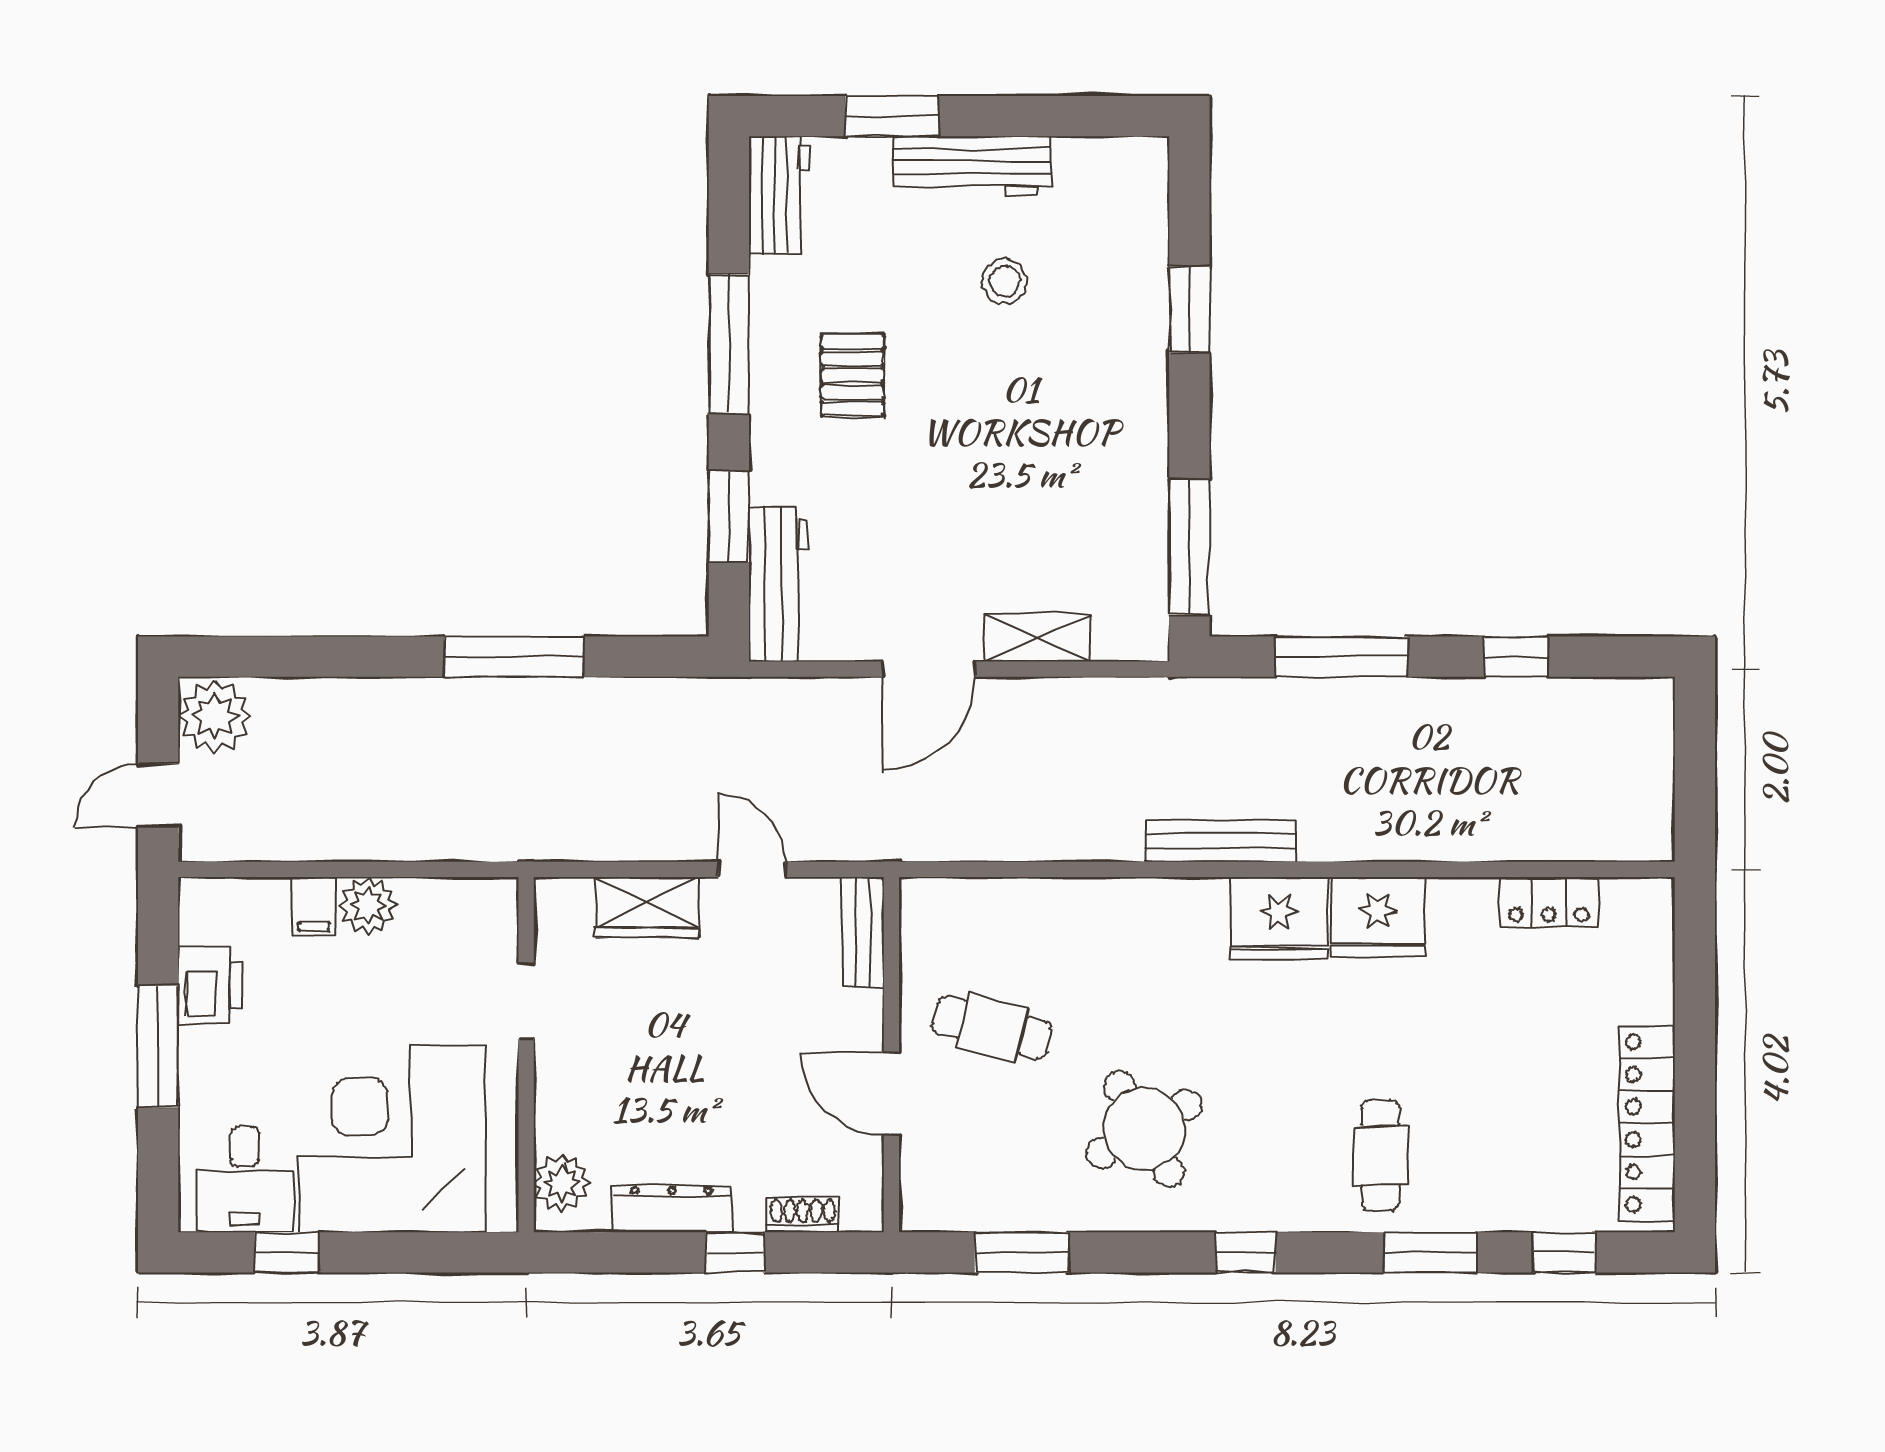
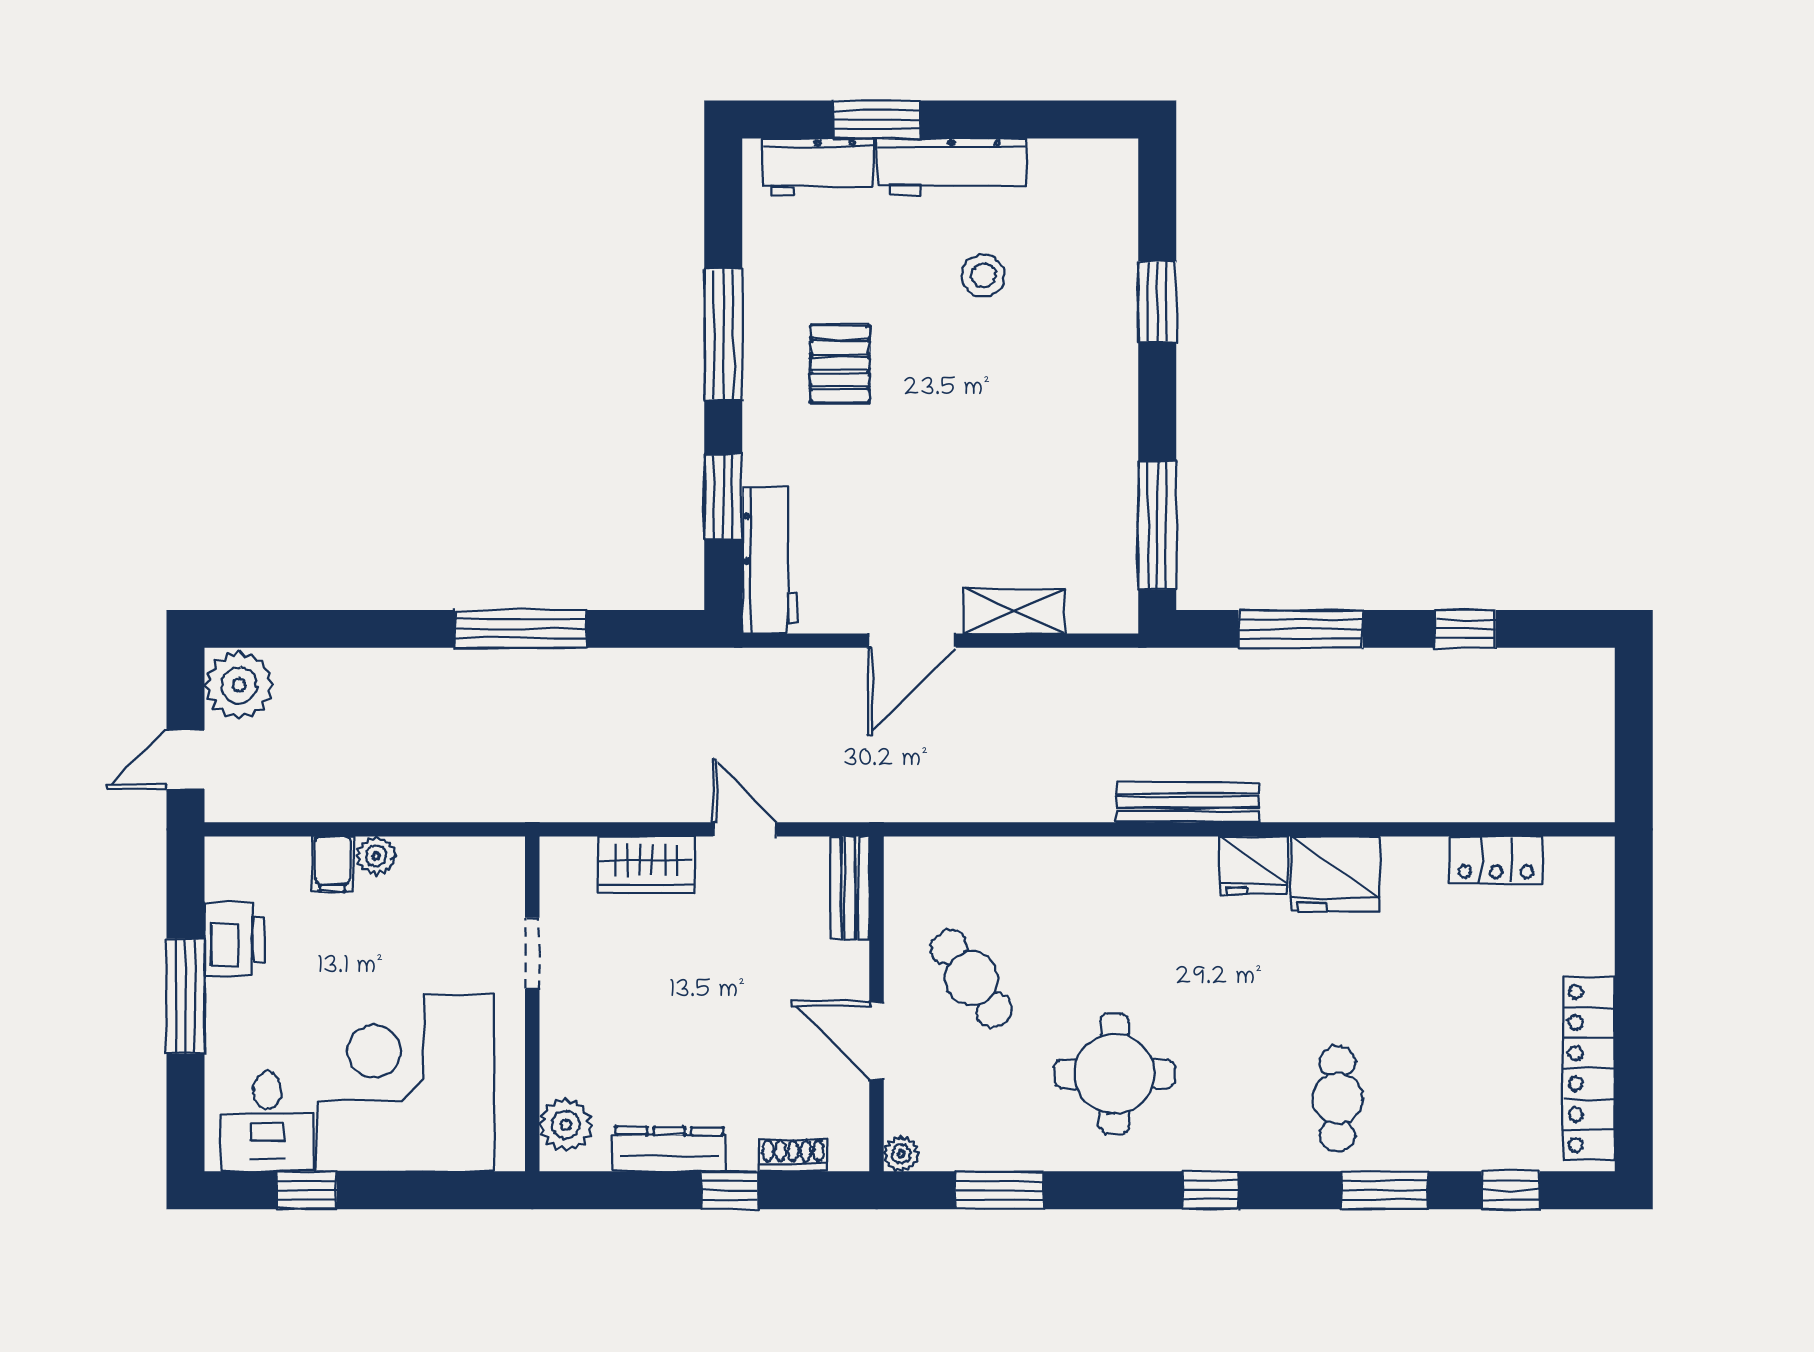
workbench: (779, 195) -> (818, 167), moved, turned 90
plant: (368, 905) -> (376, 856), width x0.73, depth x0.73
fridge: (1278, 918) -> (1253, 865), width x0.73, depth x0.75
cafe table: (992, 1028) -> (971, 979), turned 40
round table: (1144, 1129) -> (1115, 1074), turned 30
plant: (918, 1214) -> (901, 1154), added

